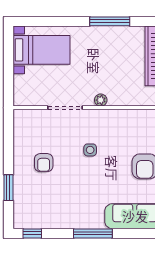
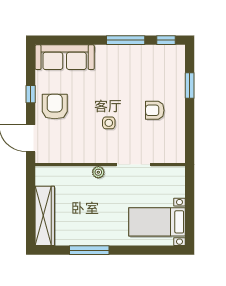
armchair: (44, 163) -> (155, 110), turned -90
window: (93, 233) -> (126, 40), moved

